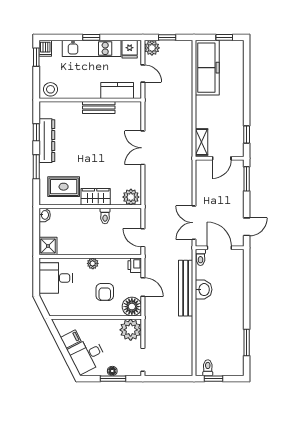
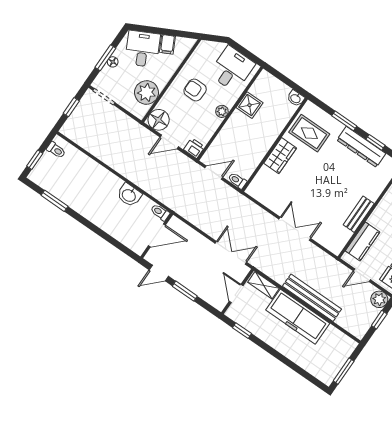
window: (224, 37) -> (344, 371), width x1.50
freezer: (207, 68) -> (298, 317), moved
window: (247, 179) -> (185, 291), moved
rug: (64, 187) -> (309, 133), turned 90
plant: (131, 197) -> (258, 187), removed
toilet: (105, 216) -> (237, 181), moved
double door: (194, 223) -> (231, 253), moved
door: (247, 227) -> (159, 273), hinge flipped
shower: (48, 246) -> (249, 105), moved
bench: (186, 288) -> (312, 298), moved
armchair: (105, 292) -> (195, 90), moved
plant: (131, 330) -> (146, 93), moved
window: (168, 379) -> (71, 107), added
window: (213, 379) -> (35, 160), moved

